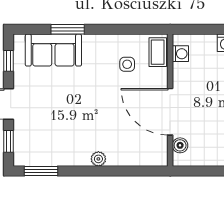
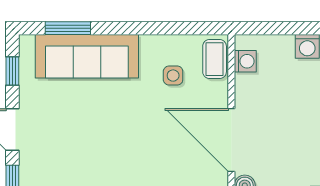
window: (68, 29) -> (68, 28), moved
sofa: (53, 50) -> (87, 56), width x1.36

